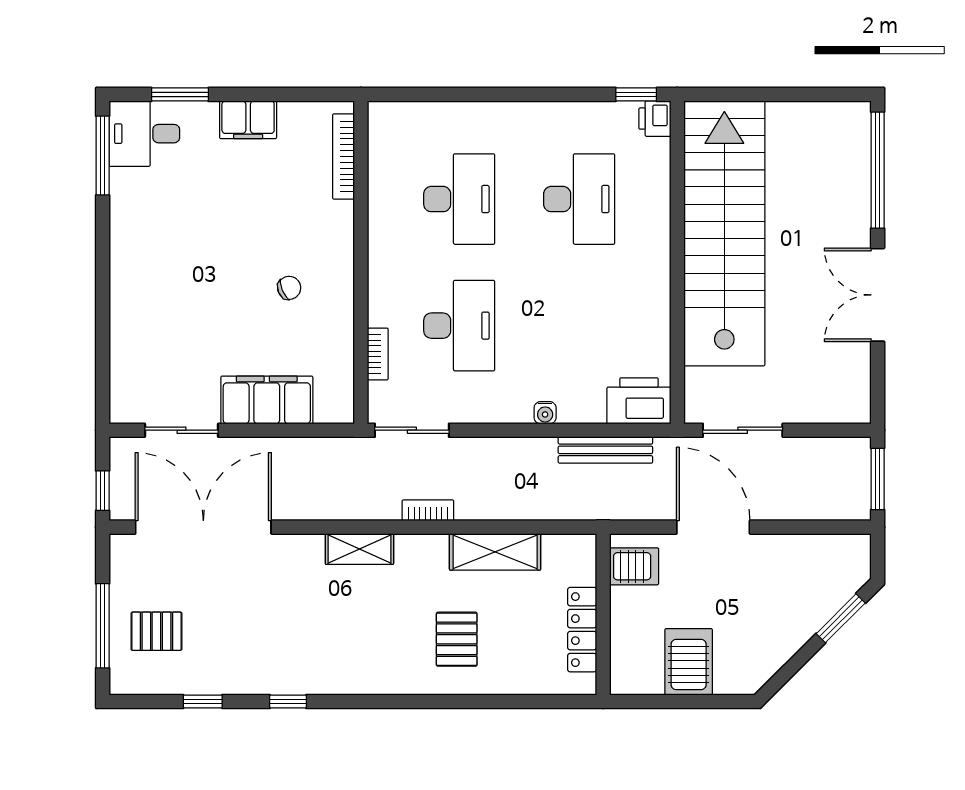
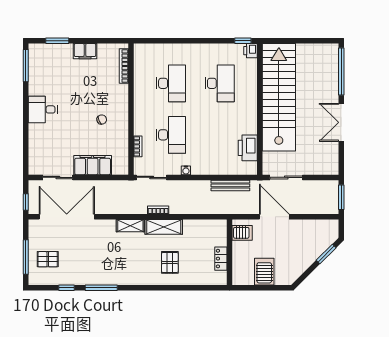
desk: (144, 134) -> (43, 109), moved
printer: (639, 401) -> (248, 148), moved, turned -90
water cooler: (545, 413) -> (186, 170), moved
shelving: (495, 552) -> (164, 227), moved
locker: (582, 630) -> (221, 259), width x0.66
window: (288, 701) -> (101, 288), width x2.17

